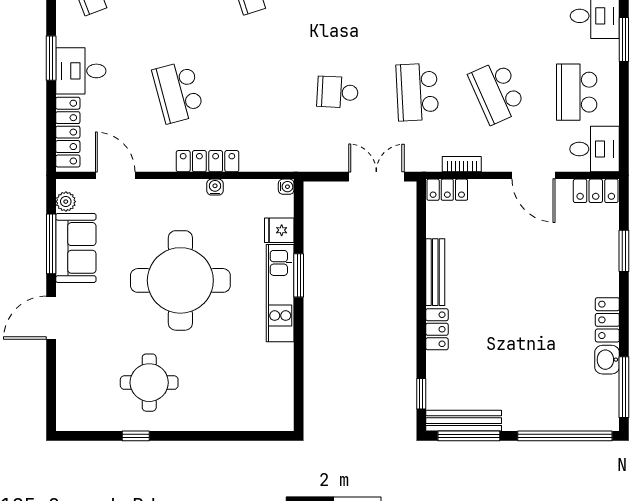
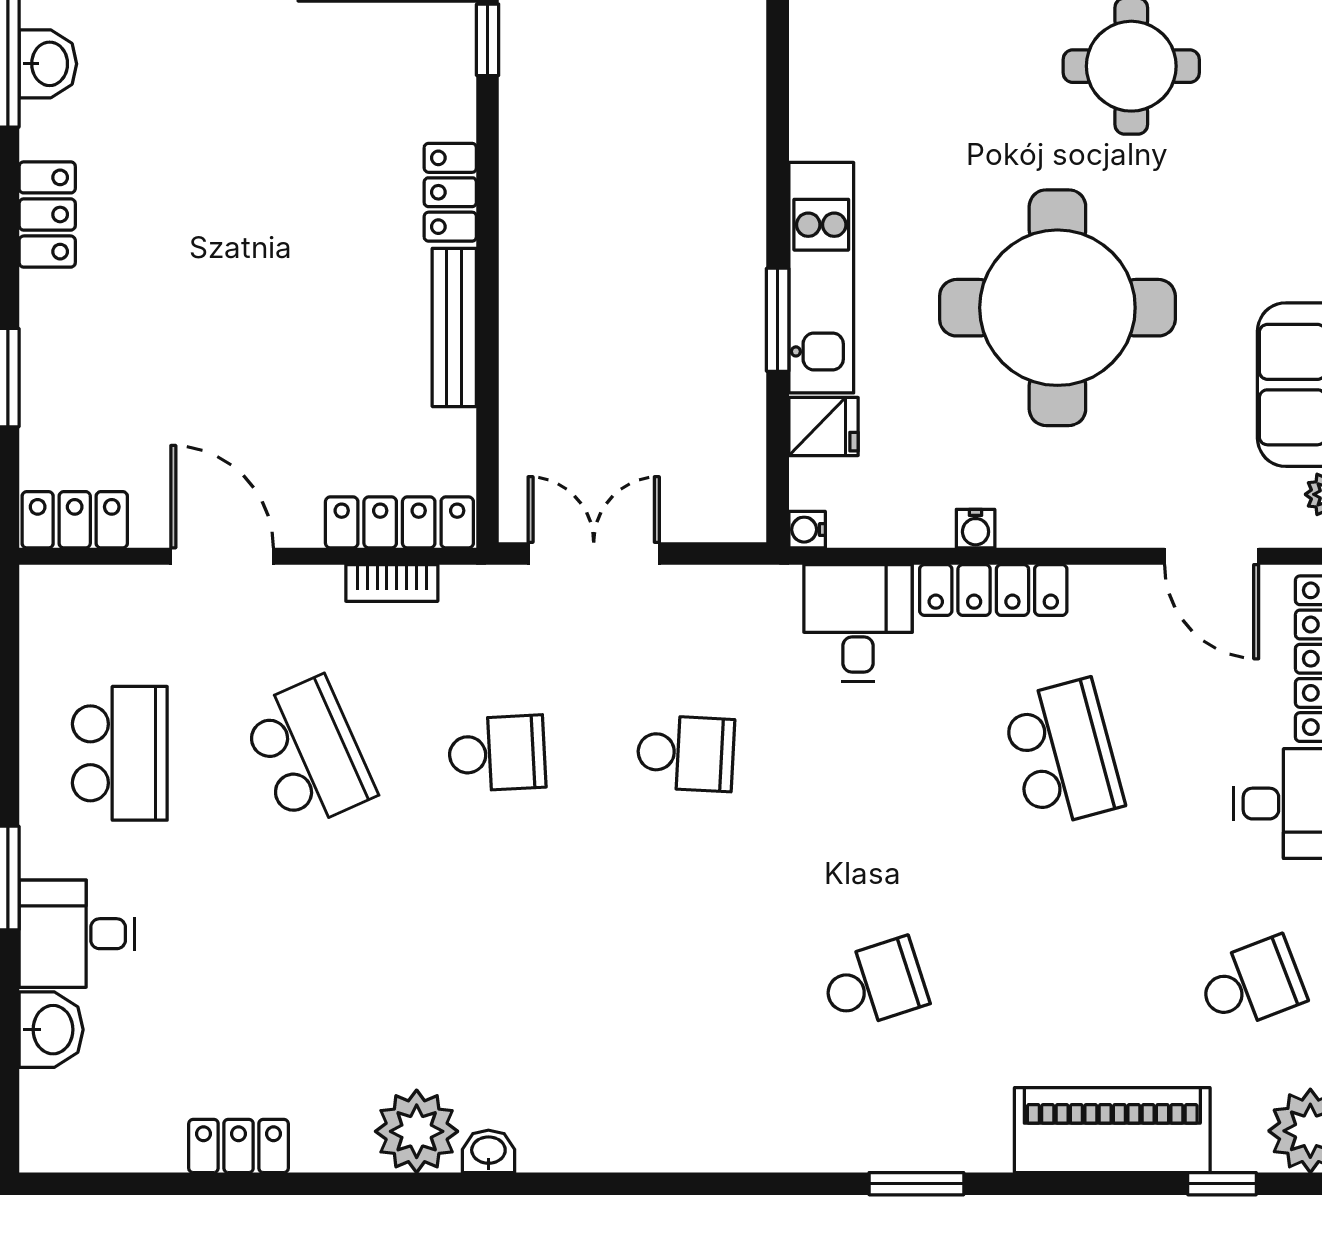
school desk: (417, 92) -> (497, 753), width x0.54
desk: (595, 149) -> (858, 623), moved, turned 90
double door: (376, 177) -> (594, 553), swing flipped
locker: (447, 190) -> (399, 522), width x1.53
washbasin: (607, 360) -> (48, 64), moved

